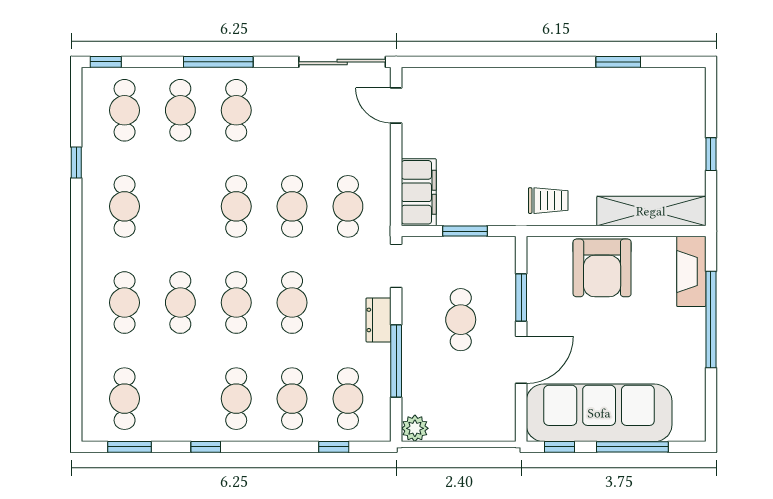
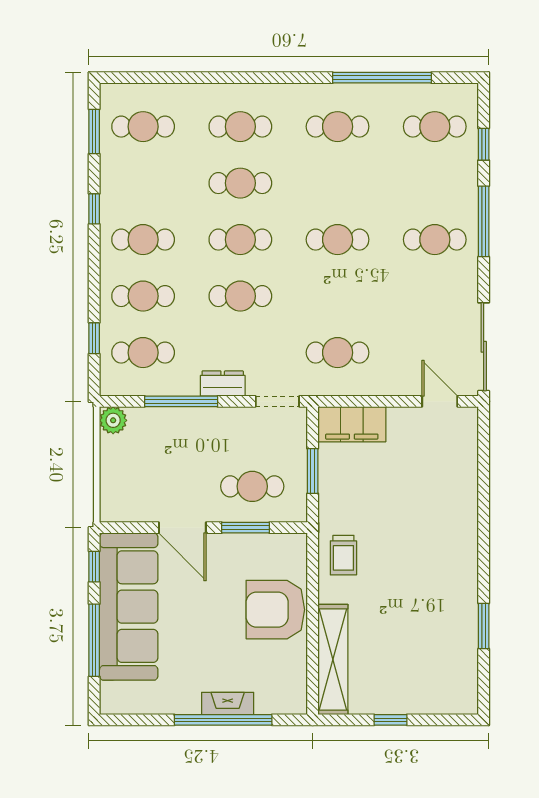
window: (106, 62) -> (484, 144), moved
door: (396, 105) -> (440, 401), hinge flipped
cafe table: (180, 110) -> (435, 183), removed
window: (76, 163) -> (382, 78), width x3.17
cafe table: (292, 206) -> (338, 296), removed
fireplace: (691, 271) -> (228, 703), moved, width x0.73, depth x0.76
cafe table: (461, 320) -> (252, 486), moved

